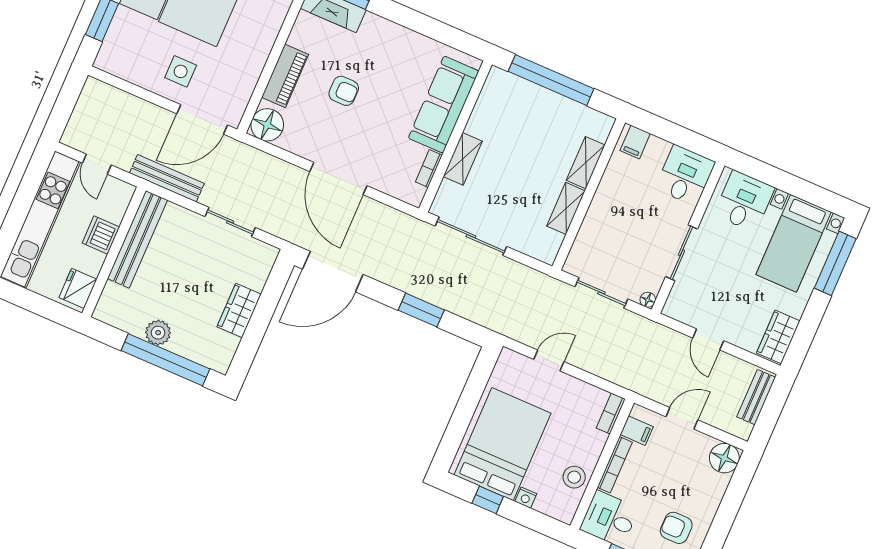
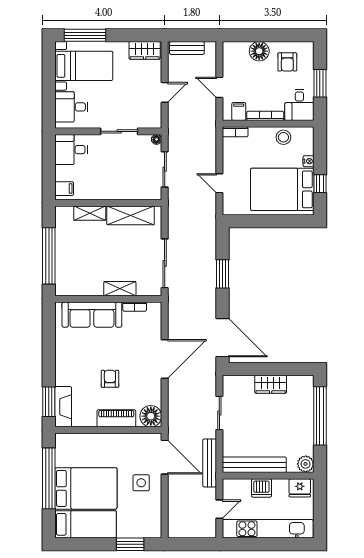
shelving: (566, 208) -> (131, 215), width x1.50, depth x1.33
plant: (158, 333) -> (306, 464), moved
floor lamp: (724, 458) -> (259, 51), moved

